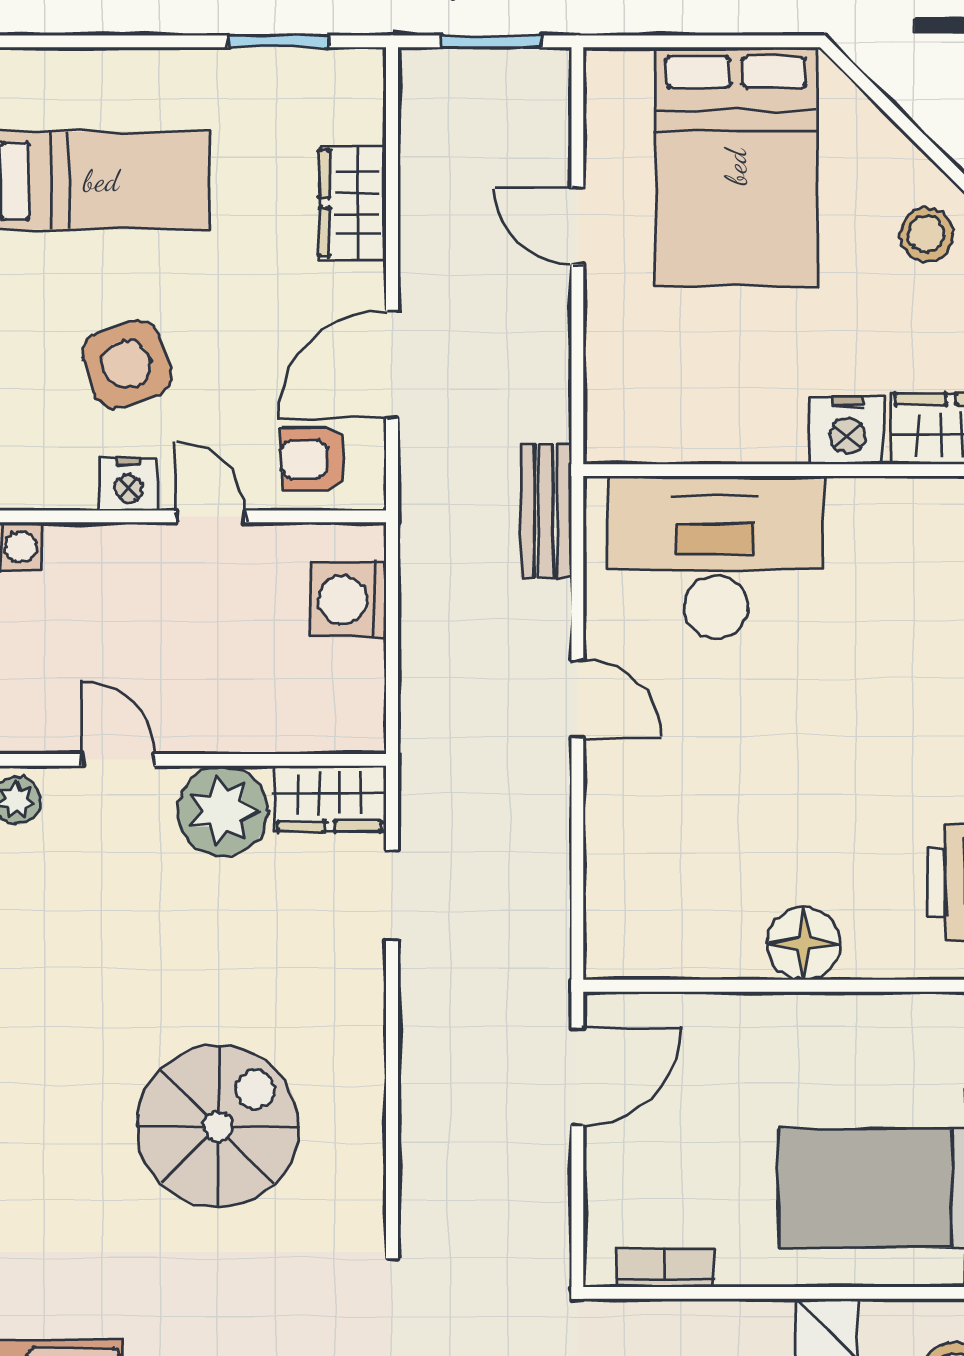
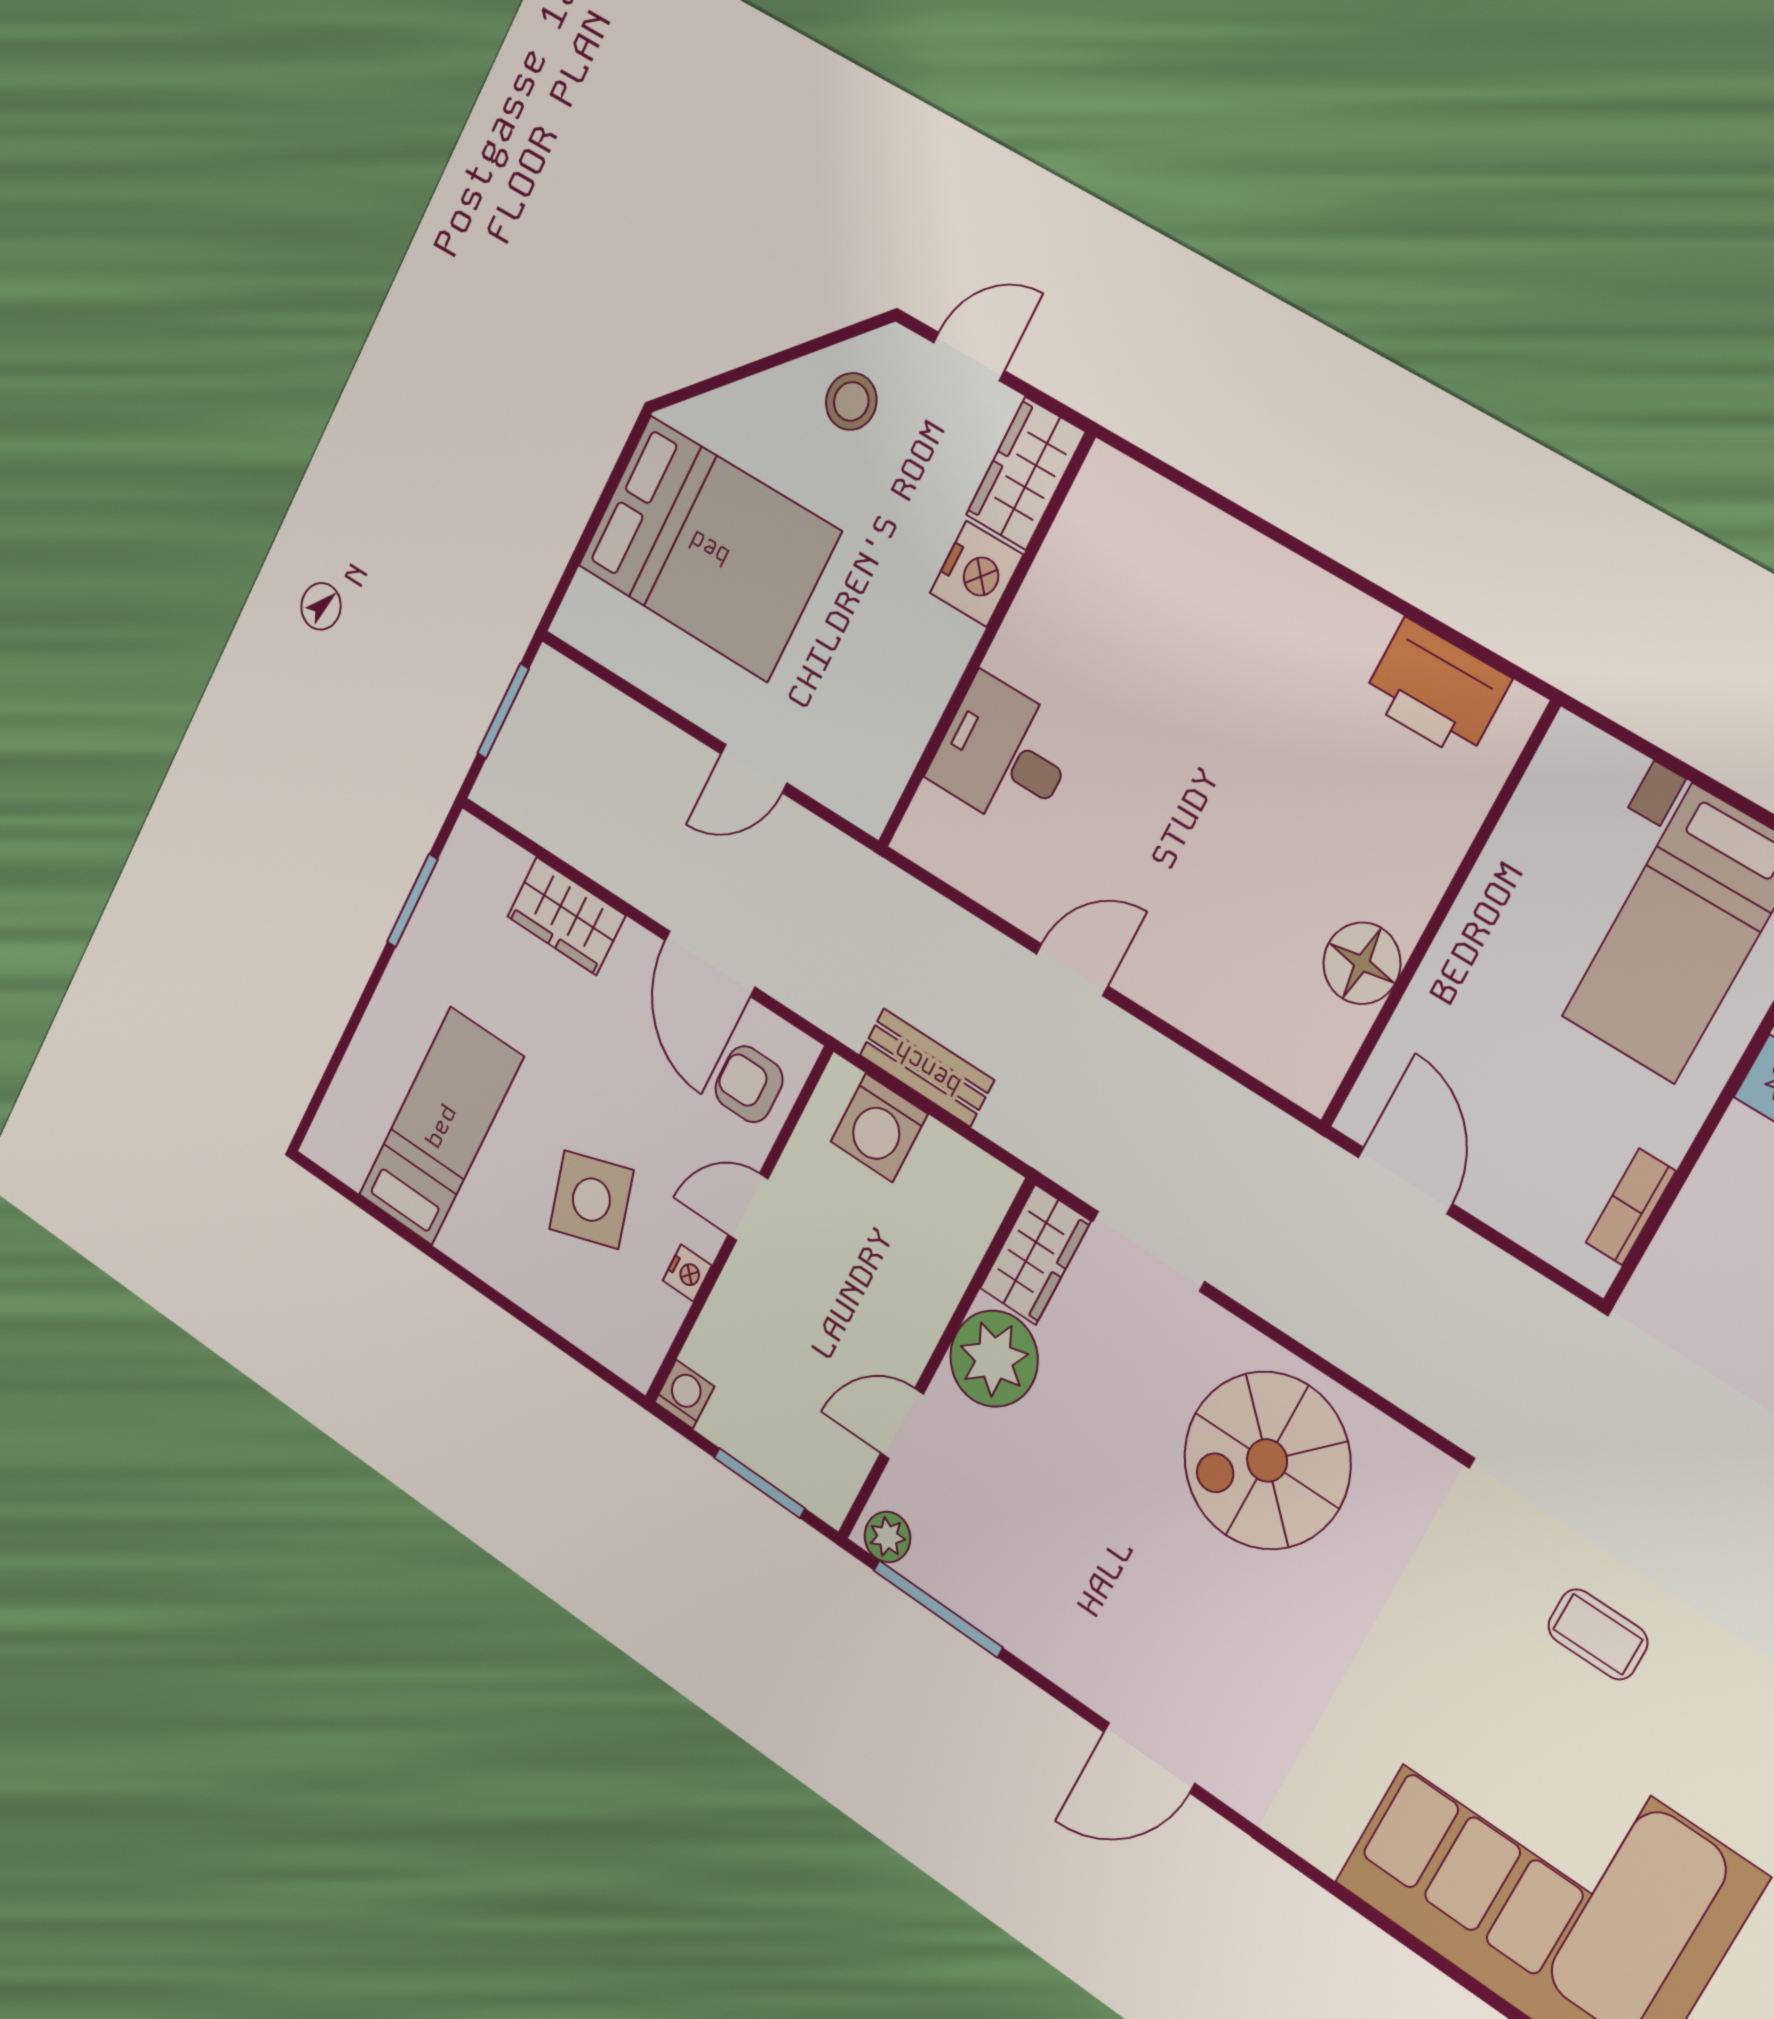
door: (577, 226) -> (754, 769), moved
armchair: (313, 459) -> (749, 1084), turned 91
nightstand: (128, 484) -> (687, 1273), width x0.72, depth x0.74
bench: (546, 511) -> (927, 1068), moved
desk: (716, 557) -> (1003, 754), width x0.53, depth x0.77
doorway: (392, 895) -> (1148, 1251), width x1.38
floor lamp: (804, 943) -> (1362, 963), moved
spiral stairs: (218, 1127) -> (1267, 1460), moved, turned -90

